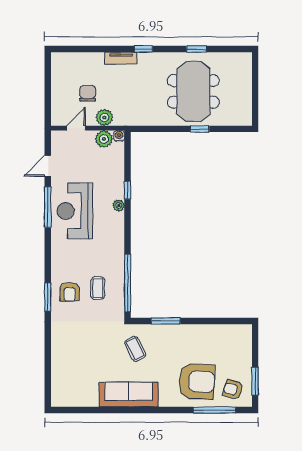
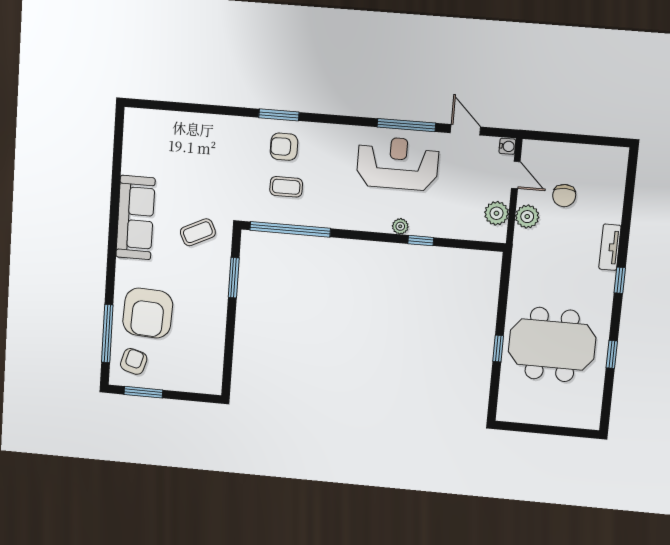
chair: (88, 93) -> (564, 196), turned 90
water cooler: (119, 136) -> (507, 146), moved

